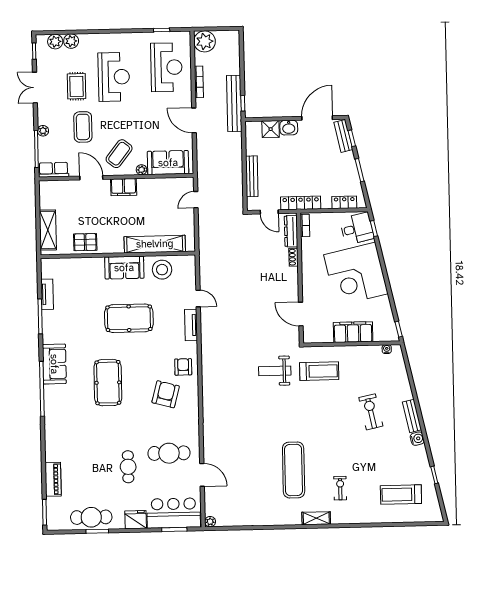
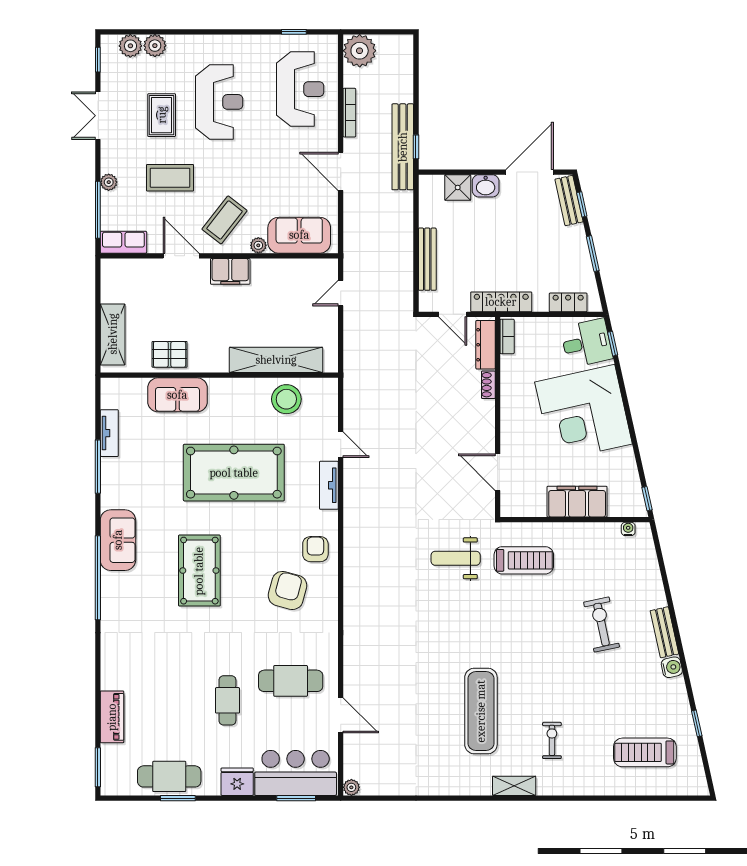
coffee table: (83, 127) -> (170, 178), turned 90
sofa: (124, 268) -> (177, 395), moved
pool table: (129, 318) -> (234, 473), width x1.36, depth x1.32

